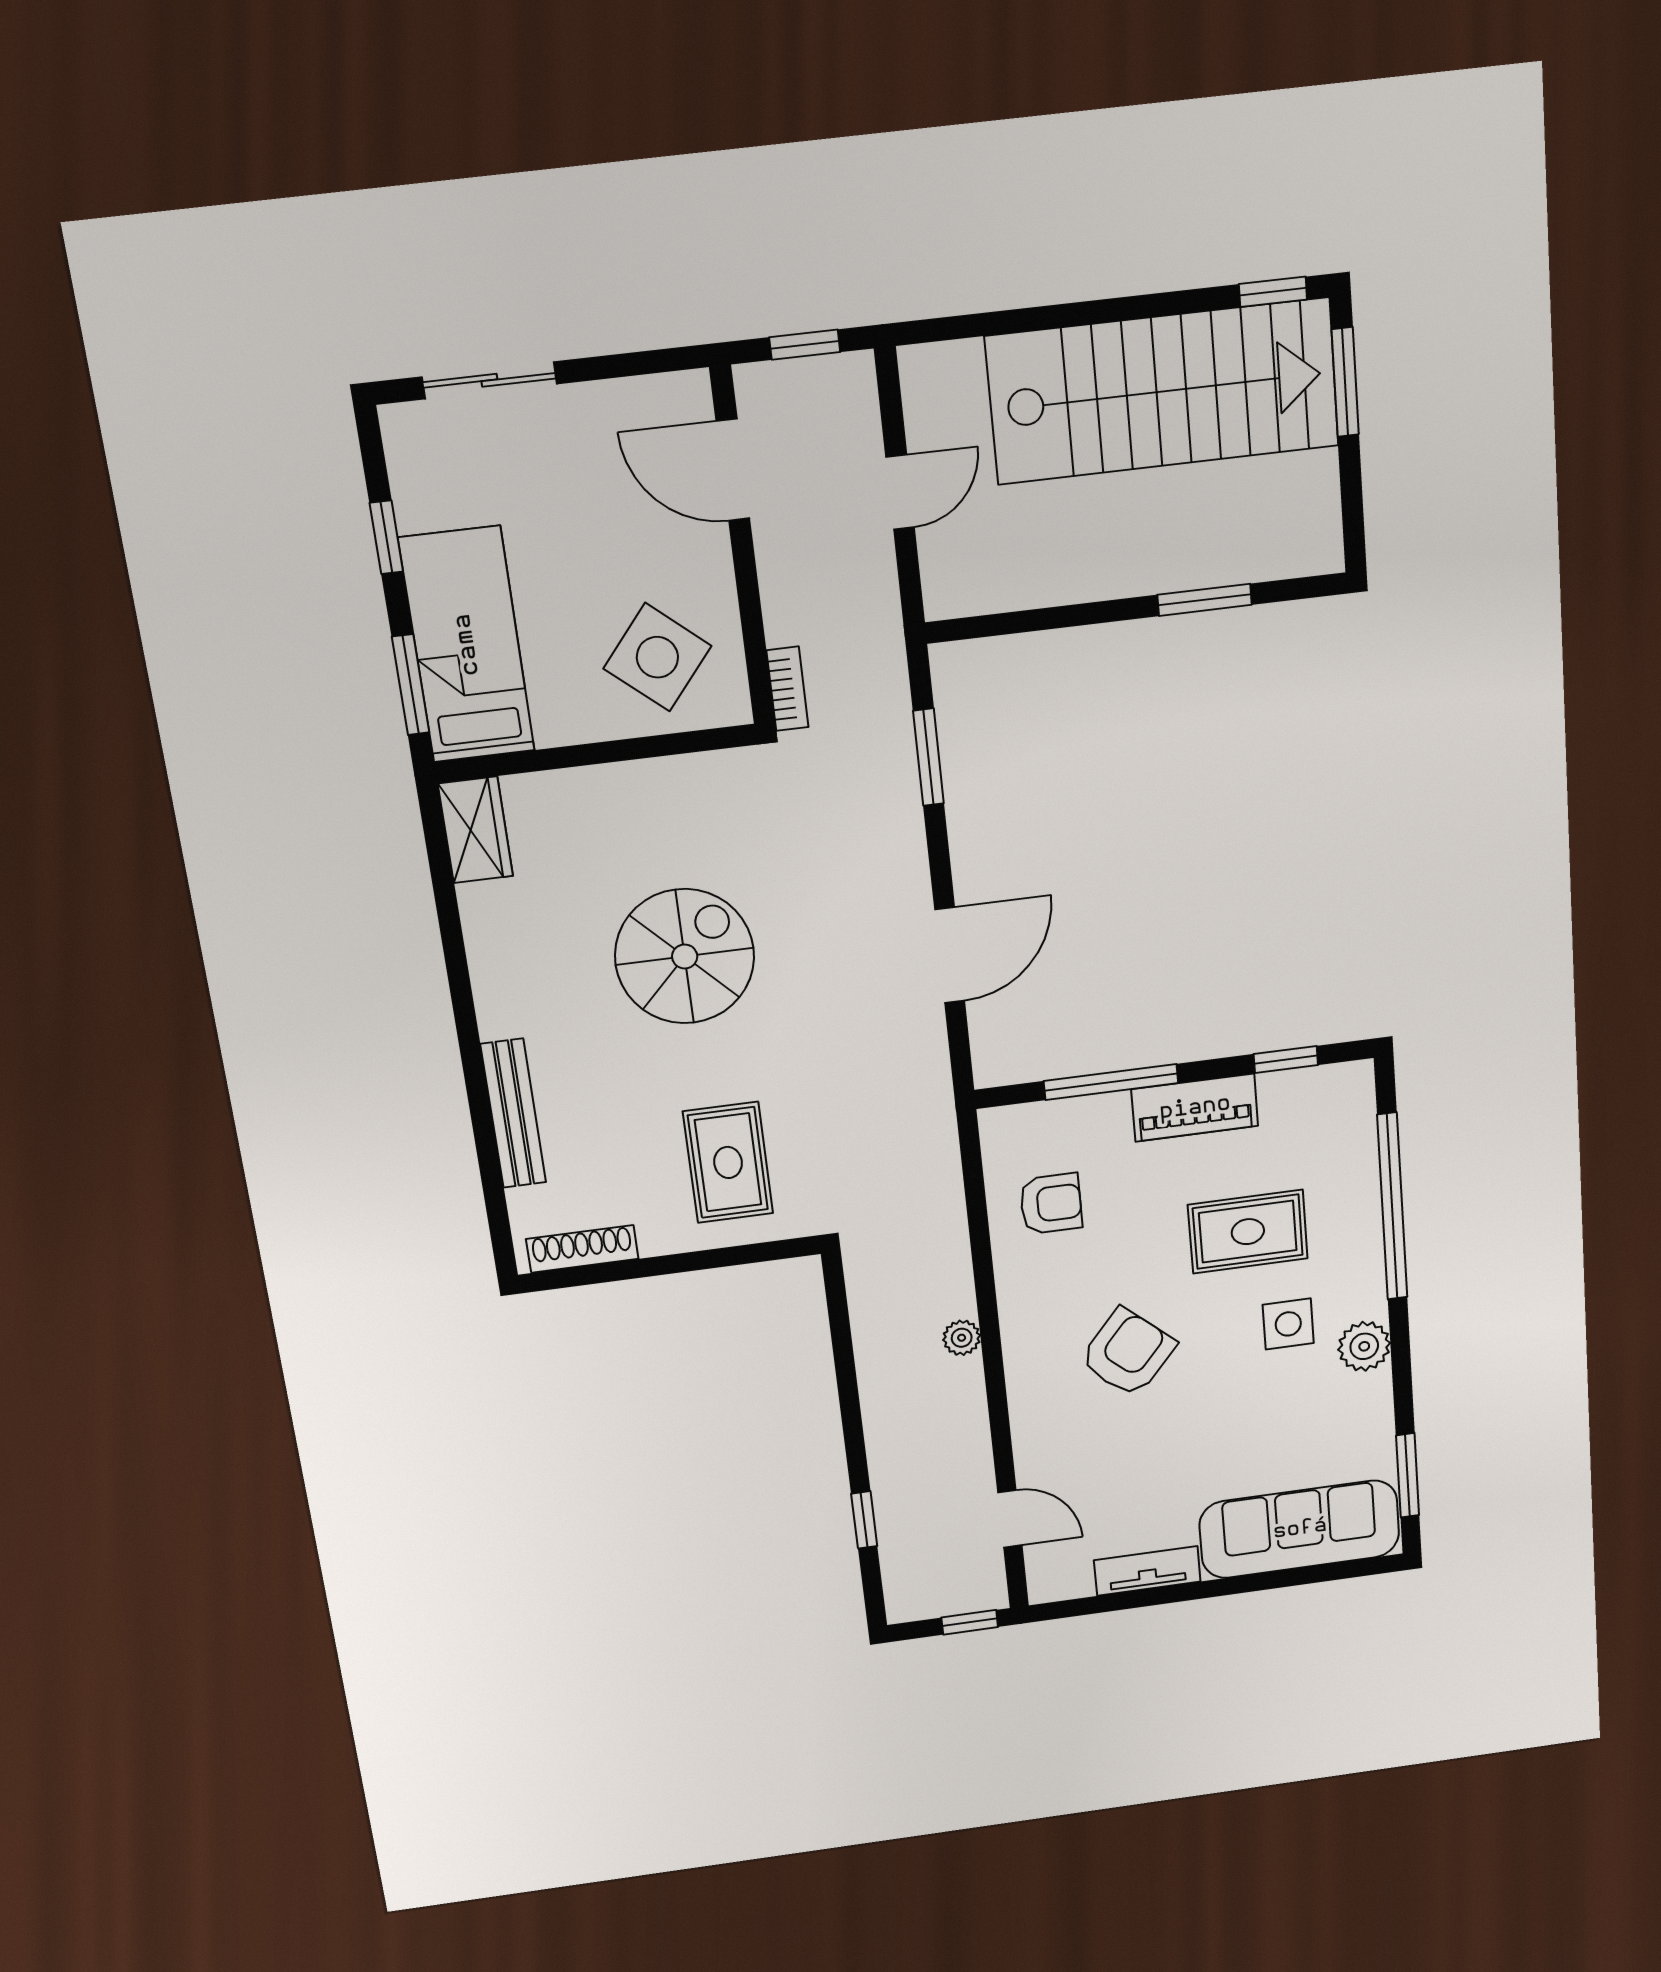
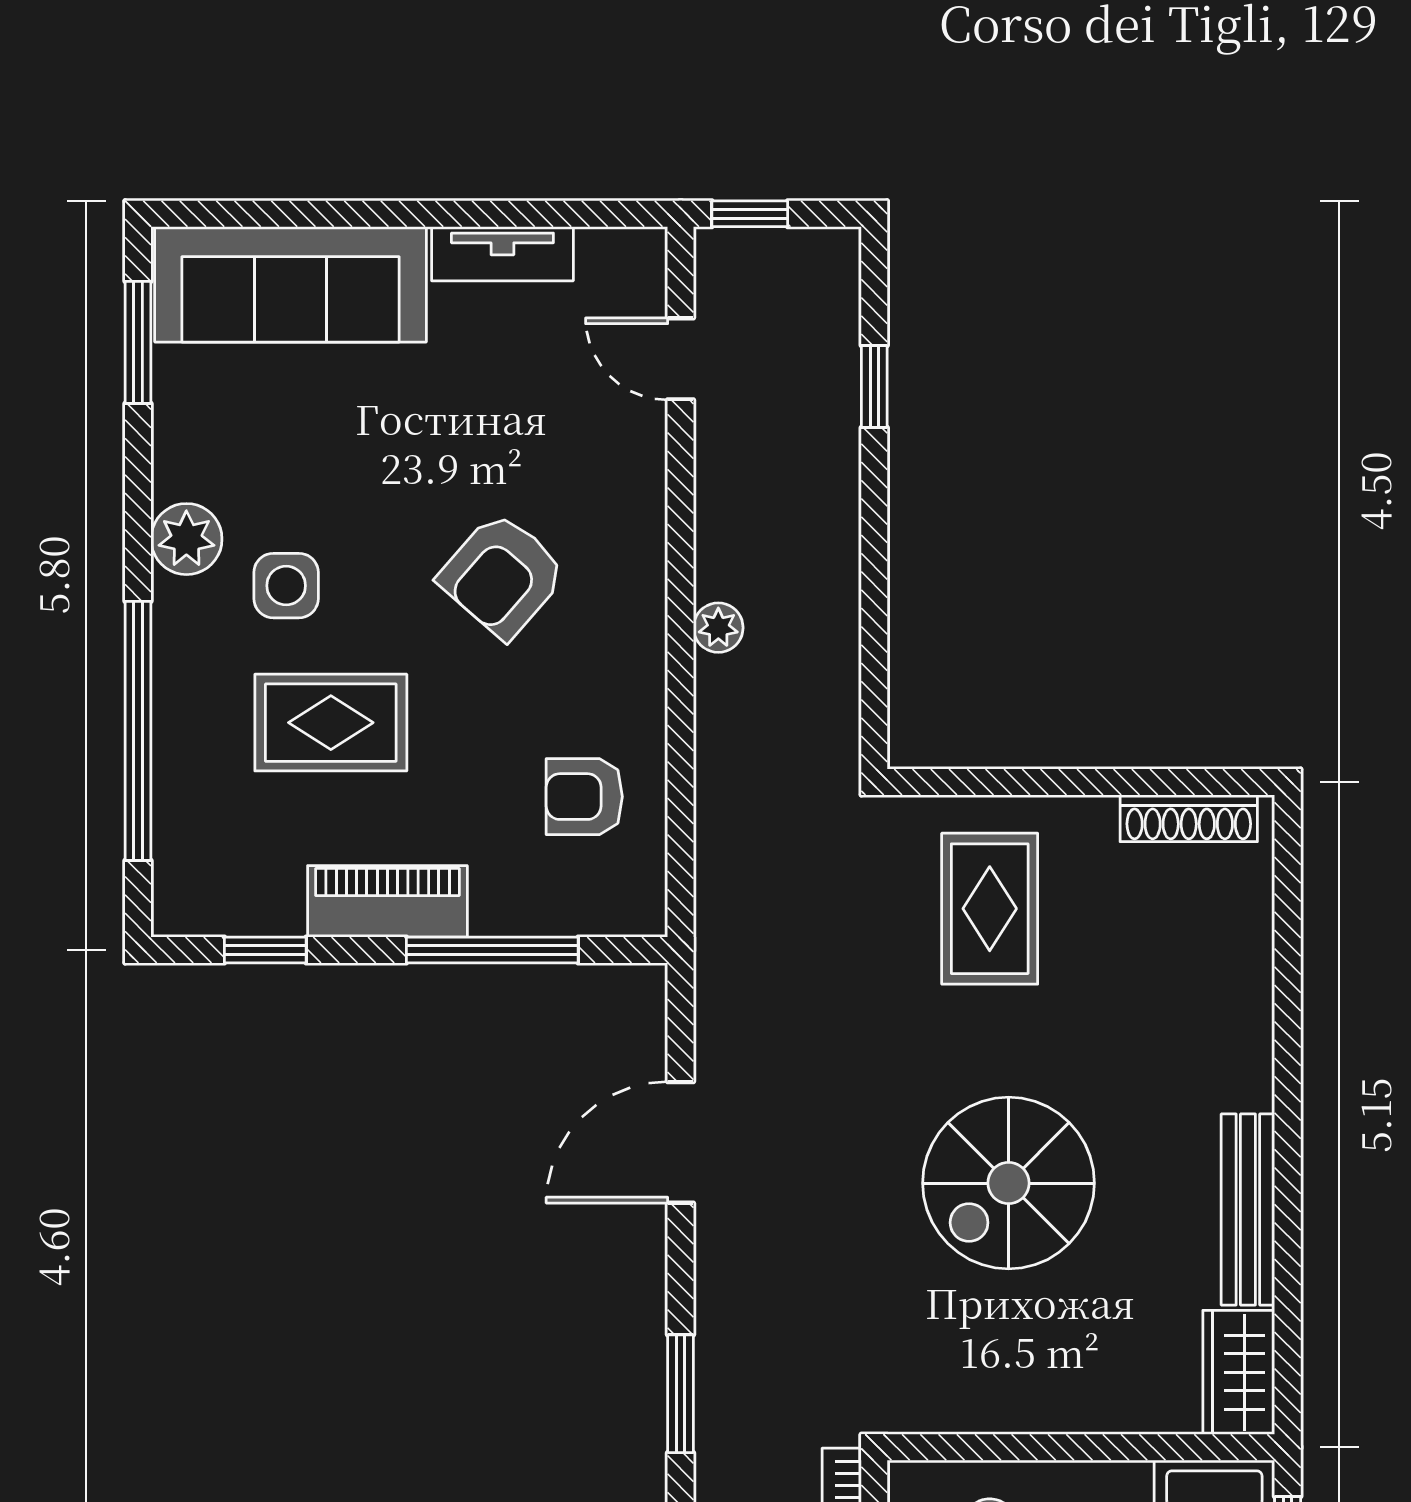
bench: (513, 1114) -> (1248, 1210), moved

